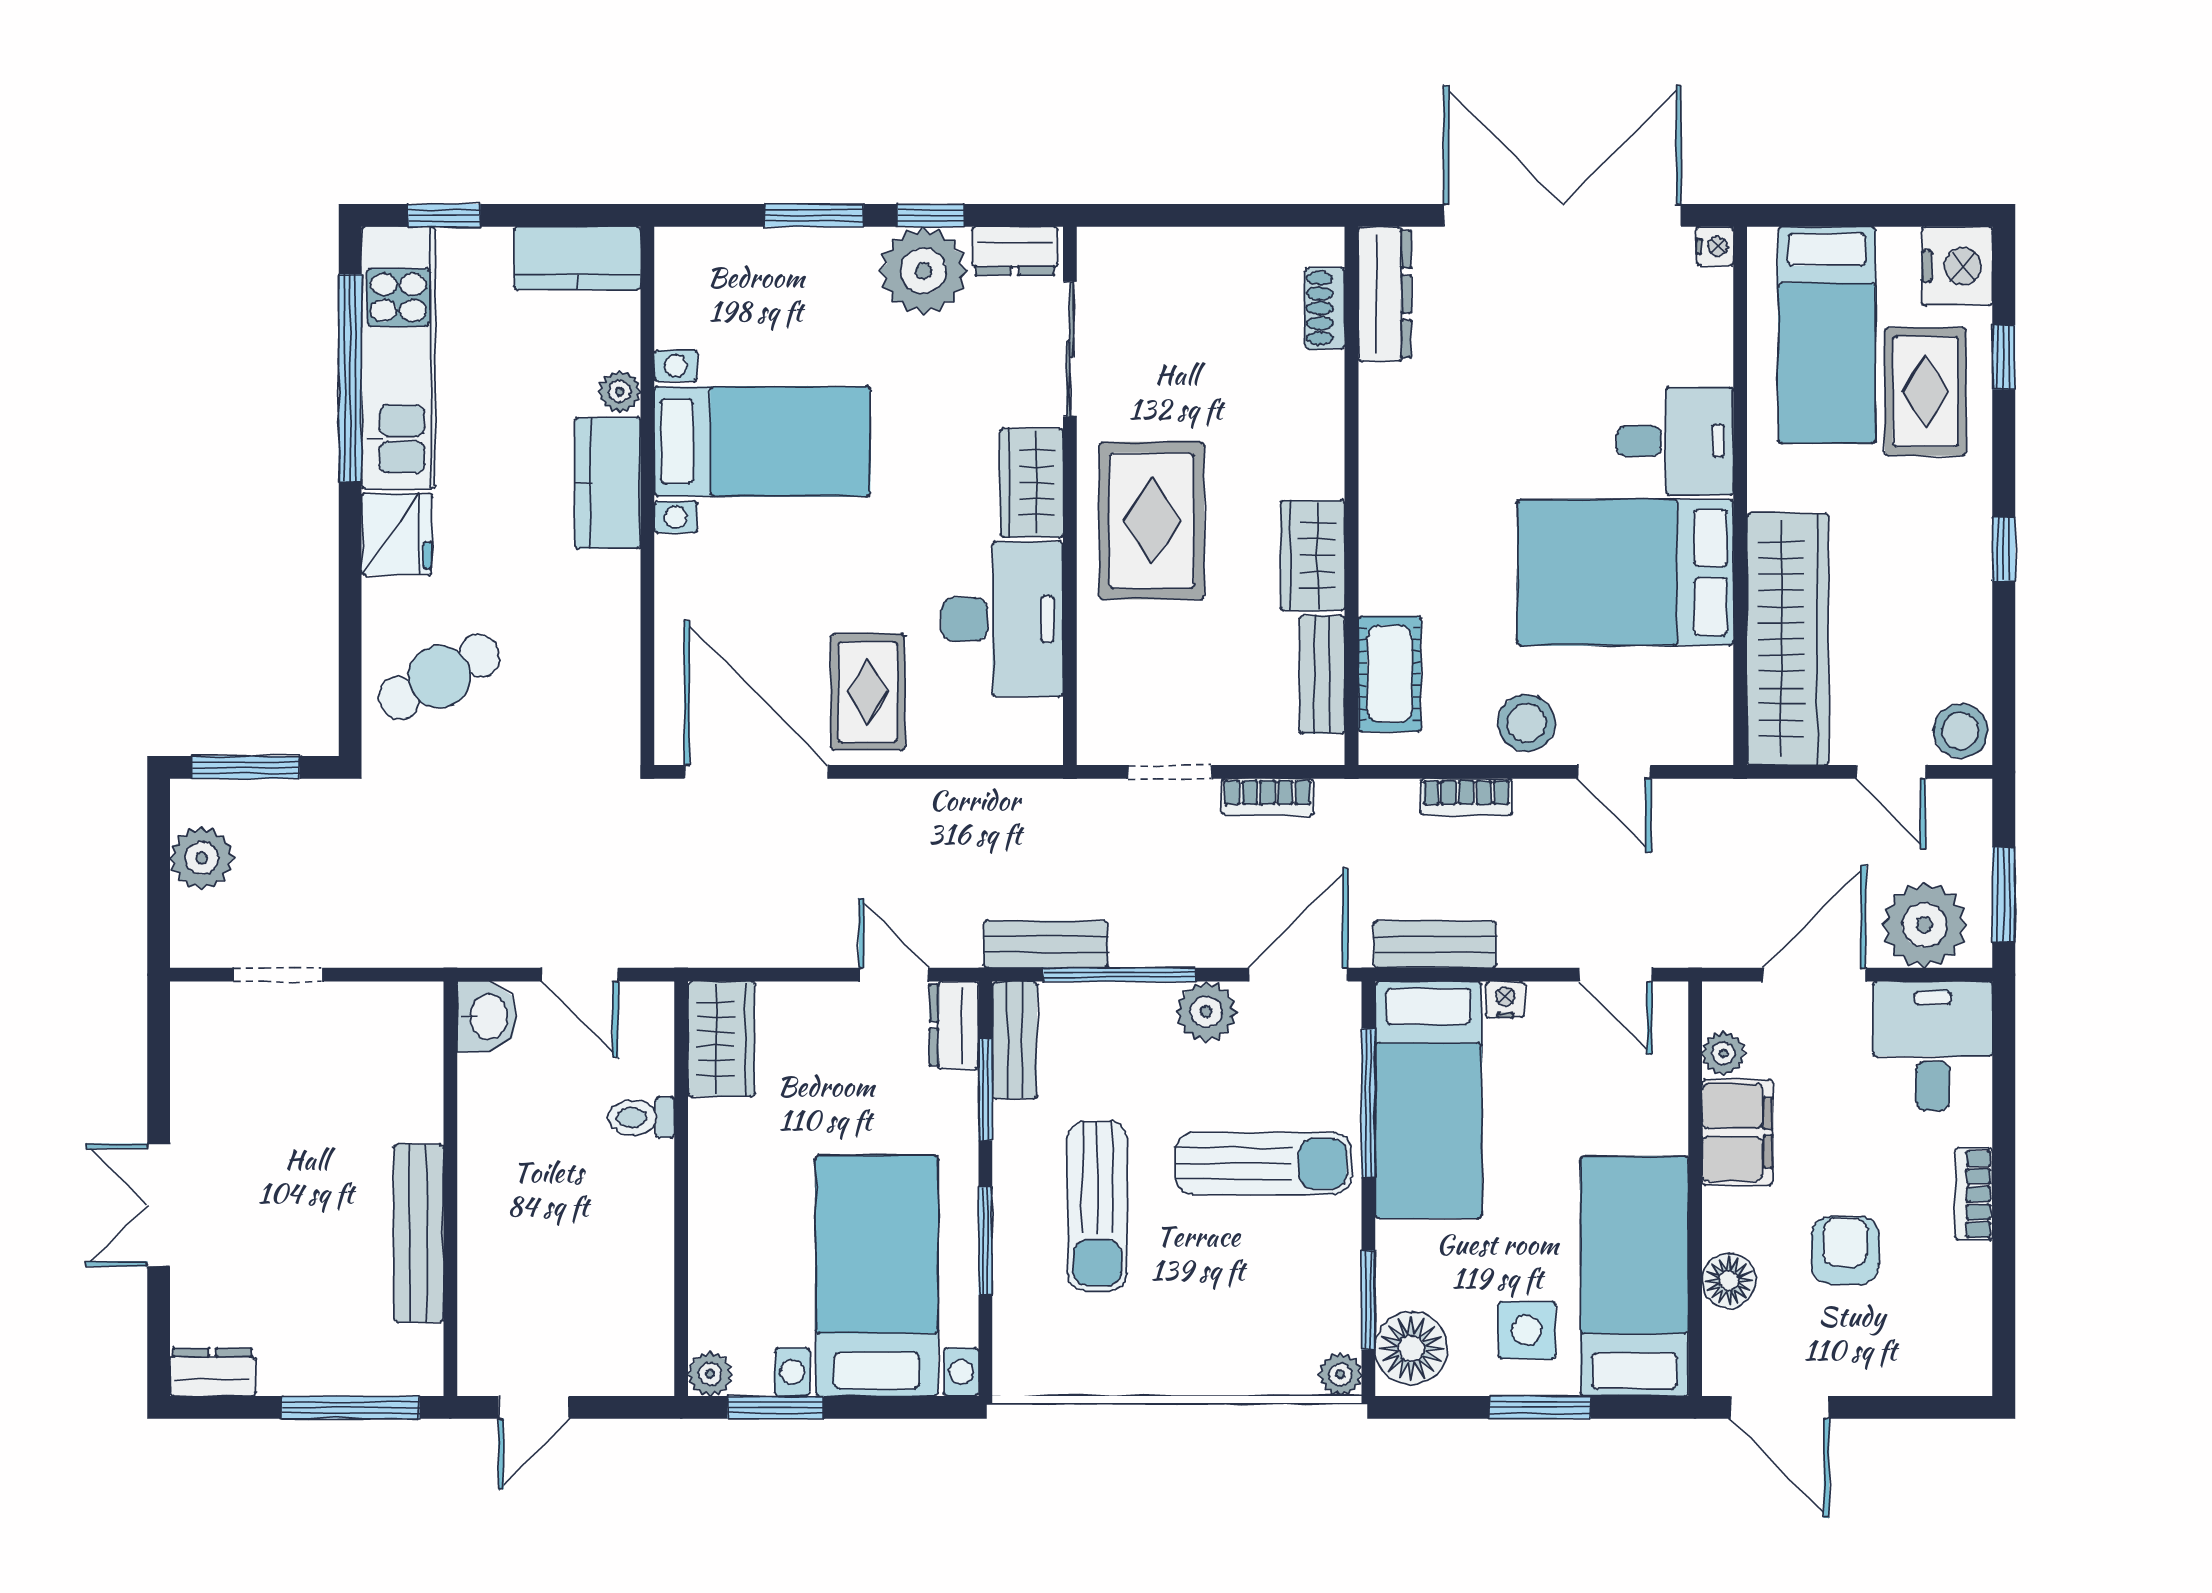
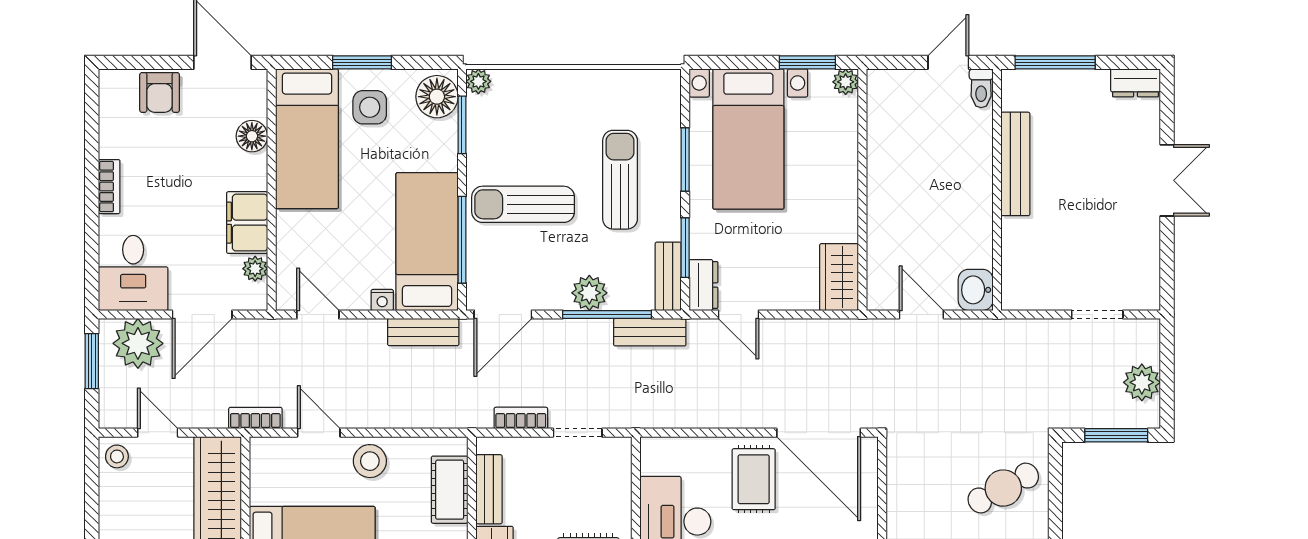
stool: (1961, 731) -> (117, 456), width x0.73, depth x0.73
bookcase: (1466, 797) -> (255, 418), moved
plant: (1206, 1012) -> (589, 293), moved
toilet: (641, 1118) -> (981, 88), moved, turned 90
armchair: (1845, 1250) -> (160, 92), moved

